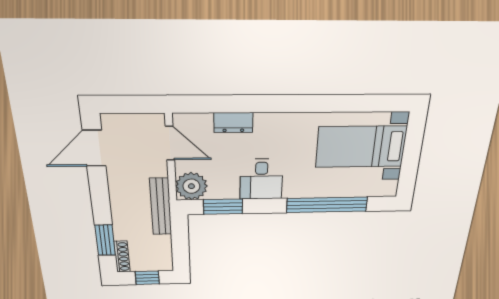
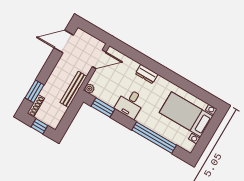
dresser: (233, 123) -> (147, 74), moved
door: (170, 143) -> (99, 59), hinge flipped
plant: (191, 186) -> (89, 89), width x0.53, depth x0.53

